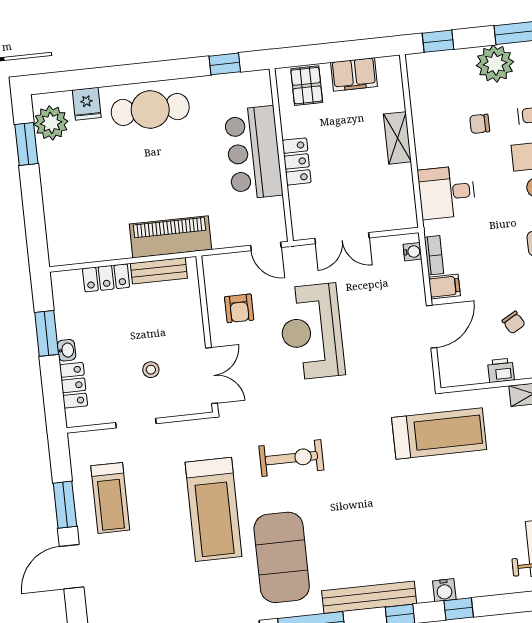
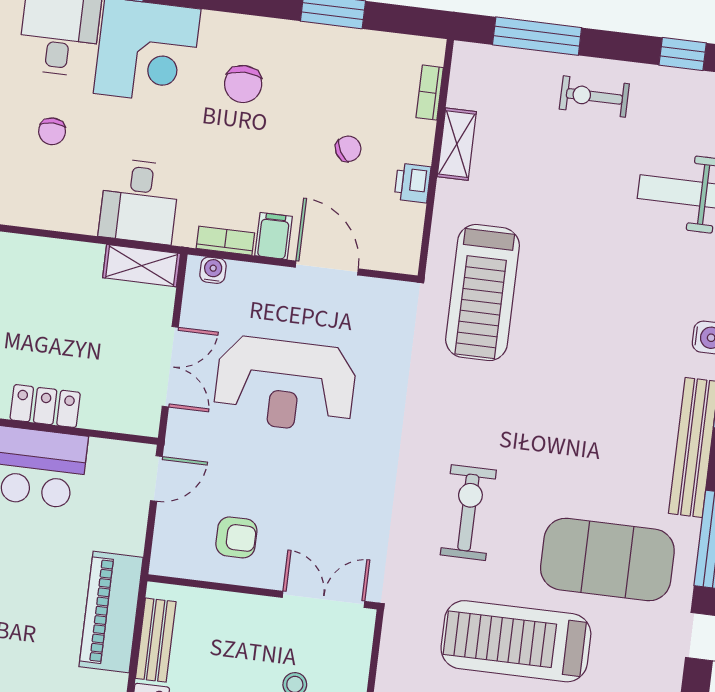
shelving: (397, 138) -> (142, 266), moved
reception desk: (312, 332) -> (285, 385), moved
treadmill: (439, 434) -> (483, 293), turned 180
treadmill: (214, 509) -> (516, 641), turned 180

